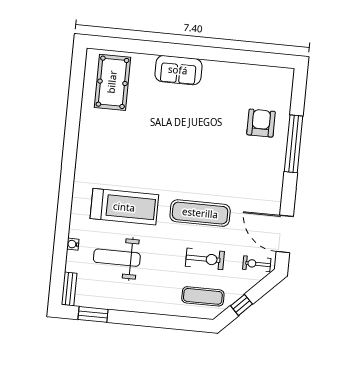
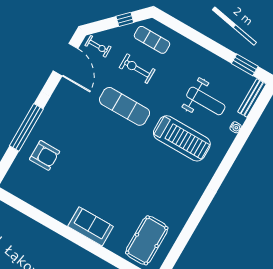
armchair: (261, 123) -> (45, 155), turned -90
treadmill: (124, 207) -> (182, 138), turned 180
bench: (69, 289) -> (252, 98), width x1.36

